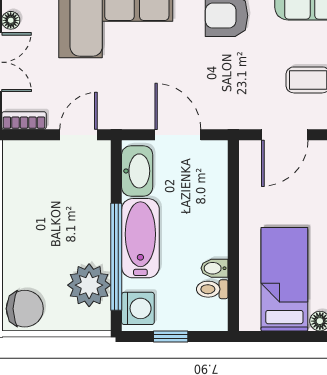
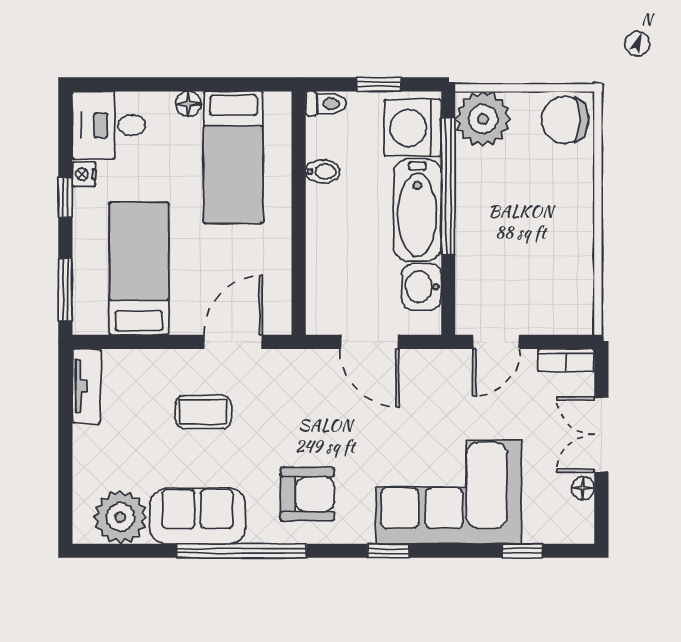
washbasin: (137, 171) -> (422, 287), width x0.72
plant: (89, 285) -> (483, 119), moved
toilet: (212, 289) -> (326, 104), moved
washing machine: (138, 308) -> (413, 128), width x1.37, depth x1.37

